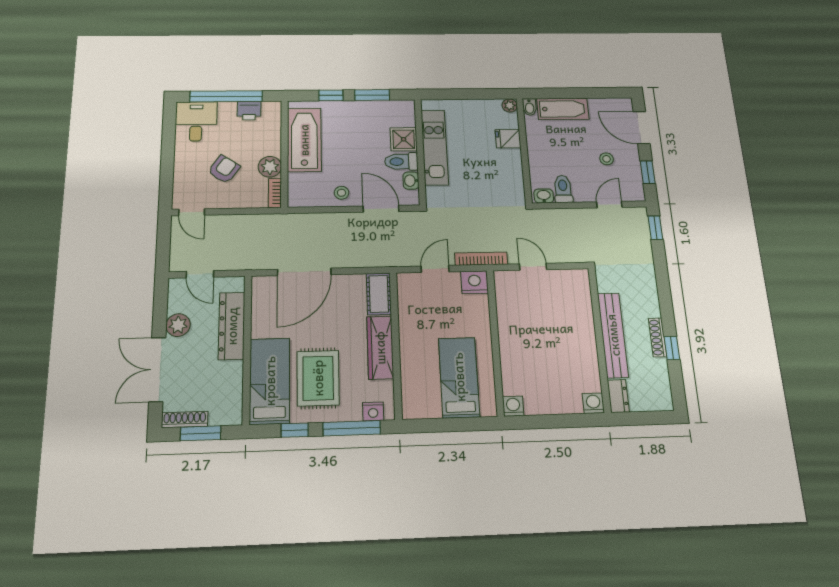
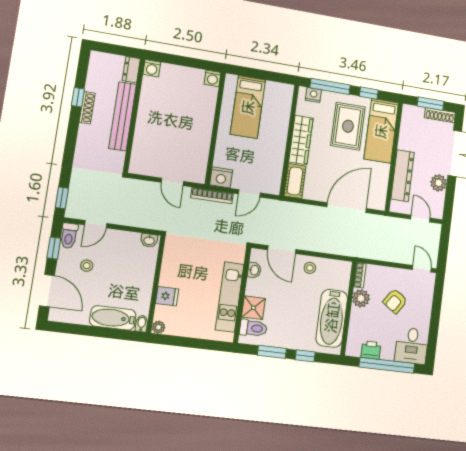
toilet: (401, 162) -> (253, 328), moved
toilet: (563, 189) -> (69, 236), moved

